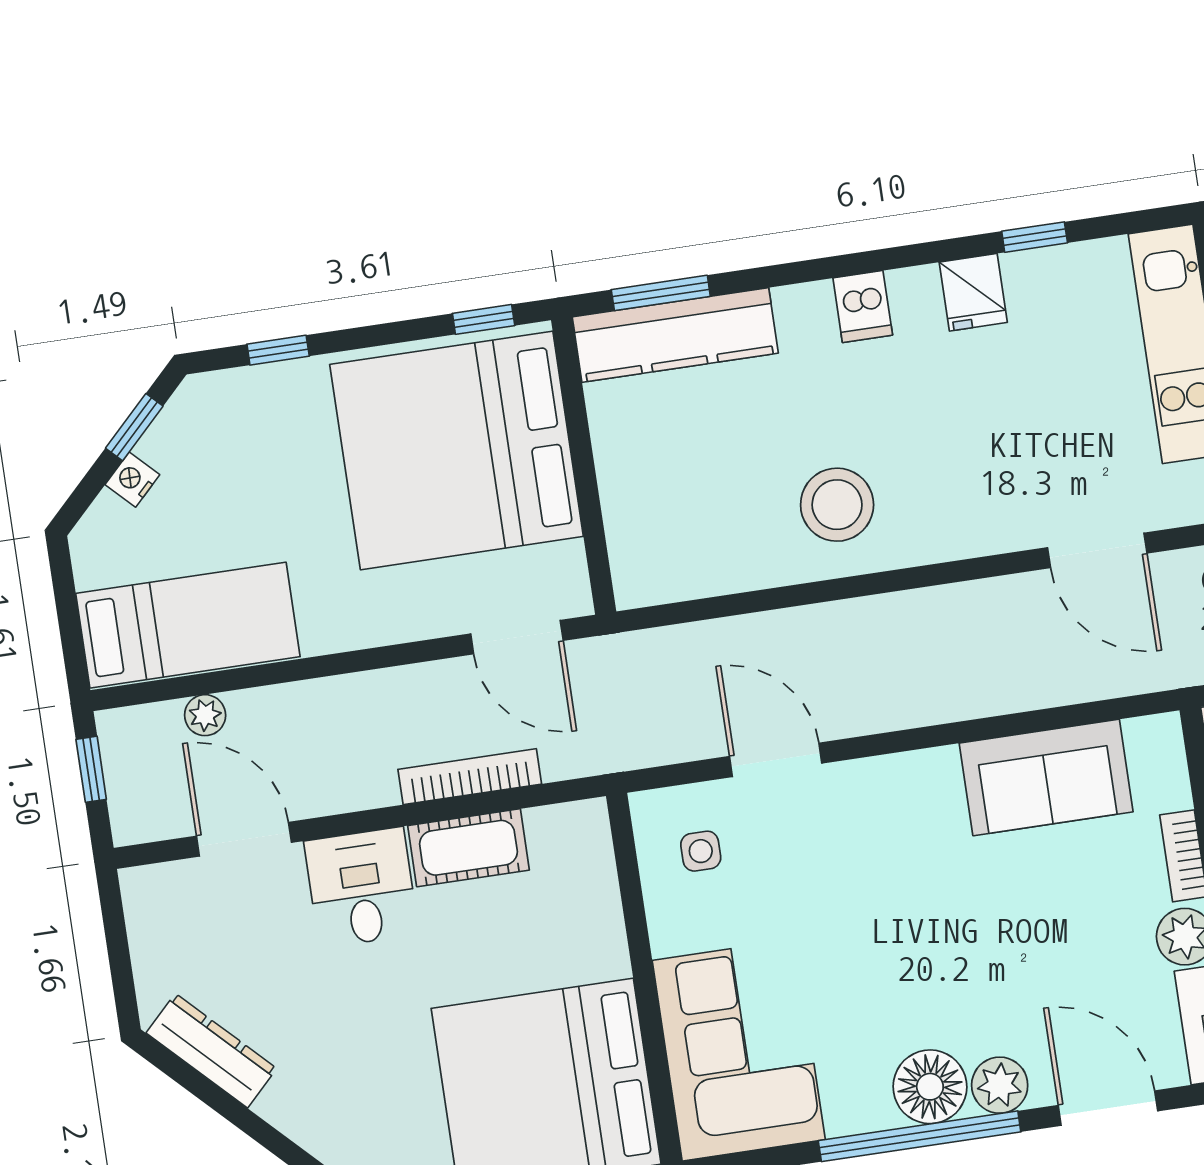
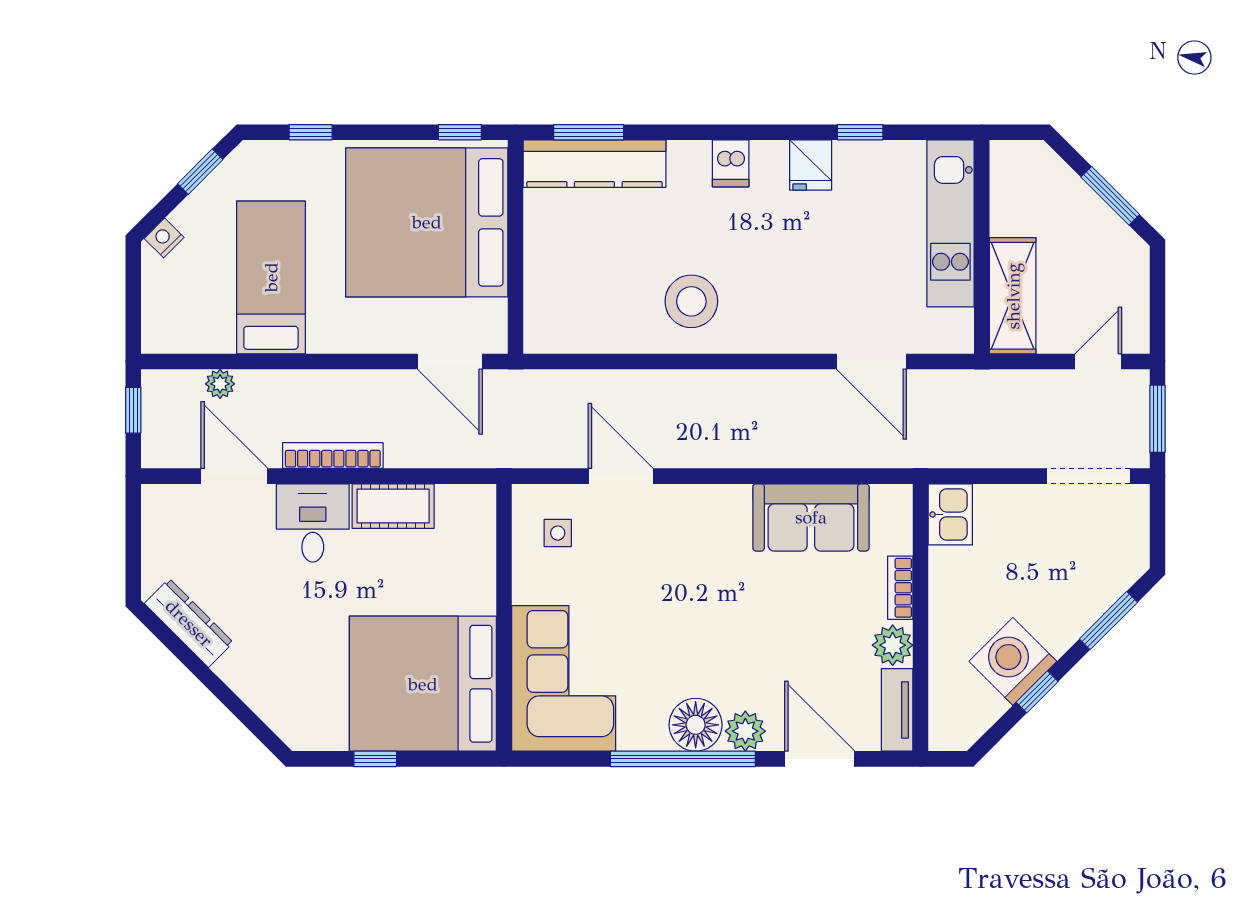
nightstand: (132, 480) -> (164, 238), moved
bed: (188, 625) -> (271, 277), moved, turned -90
bookcase: (470, 777) -> (333, 456), moved

